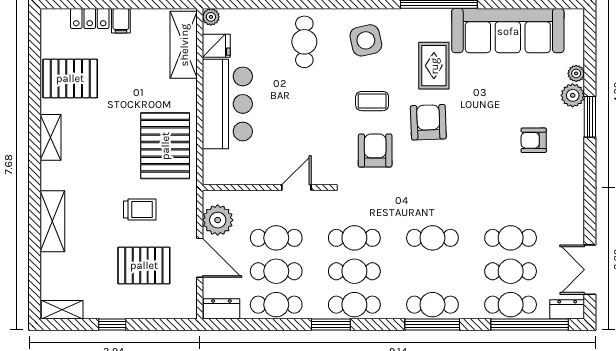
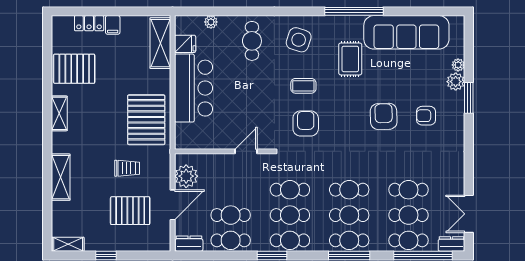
plant: (211, 17) -> (211, 22), moved
side table: (366, 40) -> (299, 40), turned 31
armchair: (428, 122) -> (384, 116), moved
cafe table: (276, 238) -> (349, 215), moved
door: (200, 258) -> (173, 205), hinge flipped

